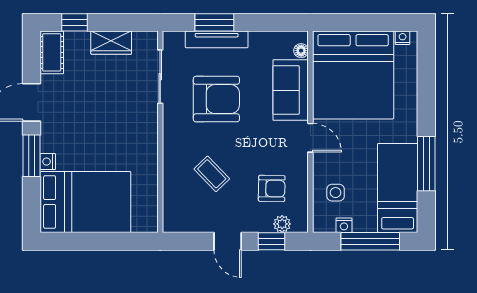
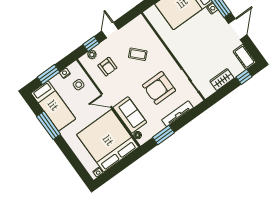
window: (214, 22) -> (163, 135), moved
armchair: (272, 188) -> (107, 67), turned -92
door: (228, 241) -> (110, 30), hinge flipped
window: (370, 241) -> (49, 74), width x0.69

